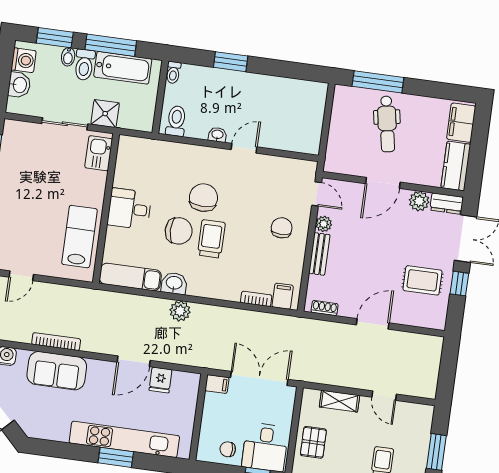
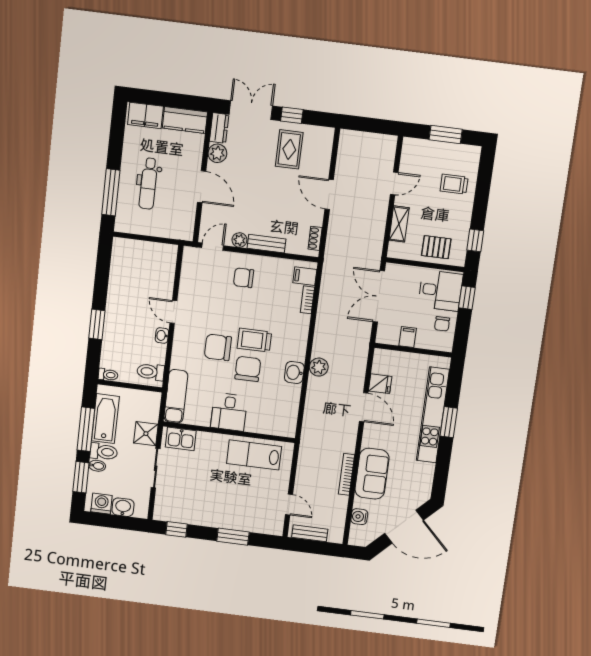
dental chair: (387, 124) -> (148, 184), turned 100
exam couch: (130, 277) -> (176, 396), moved, turned 180
filing cabinet: (217, 384) -> (408, 337), moved

